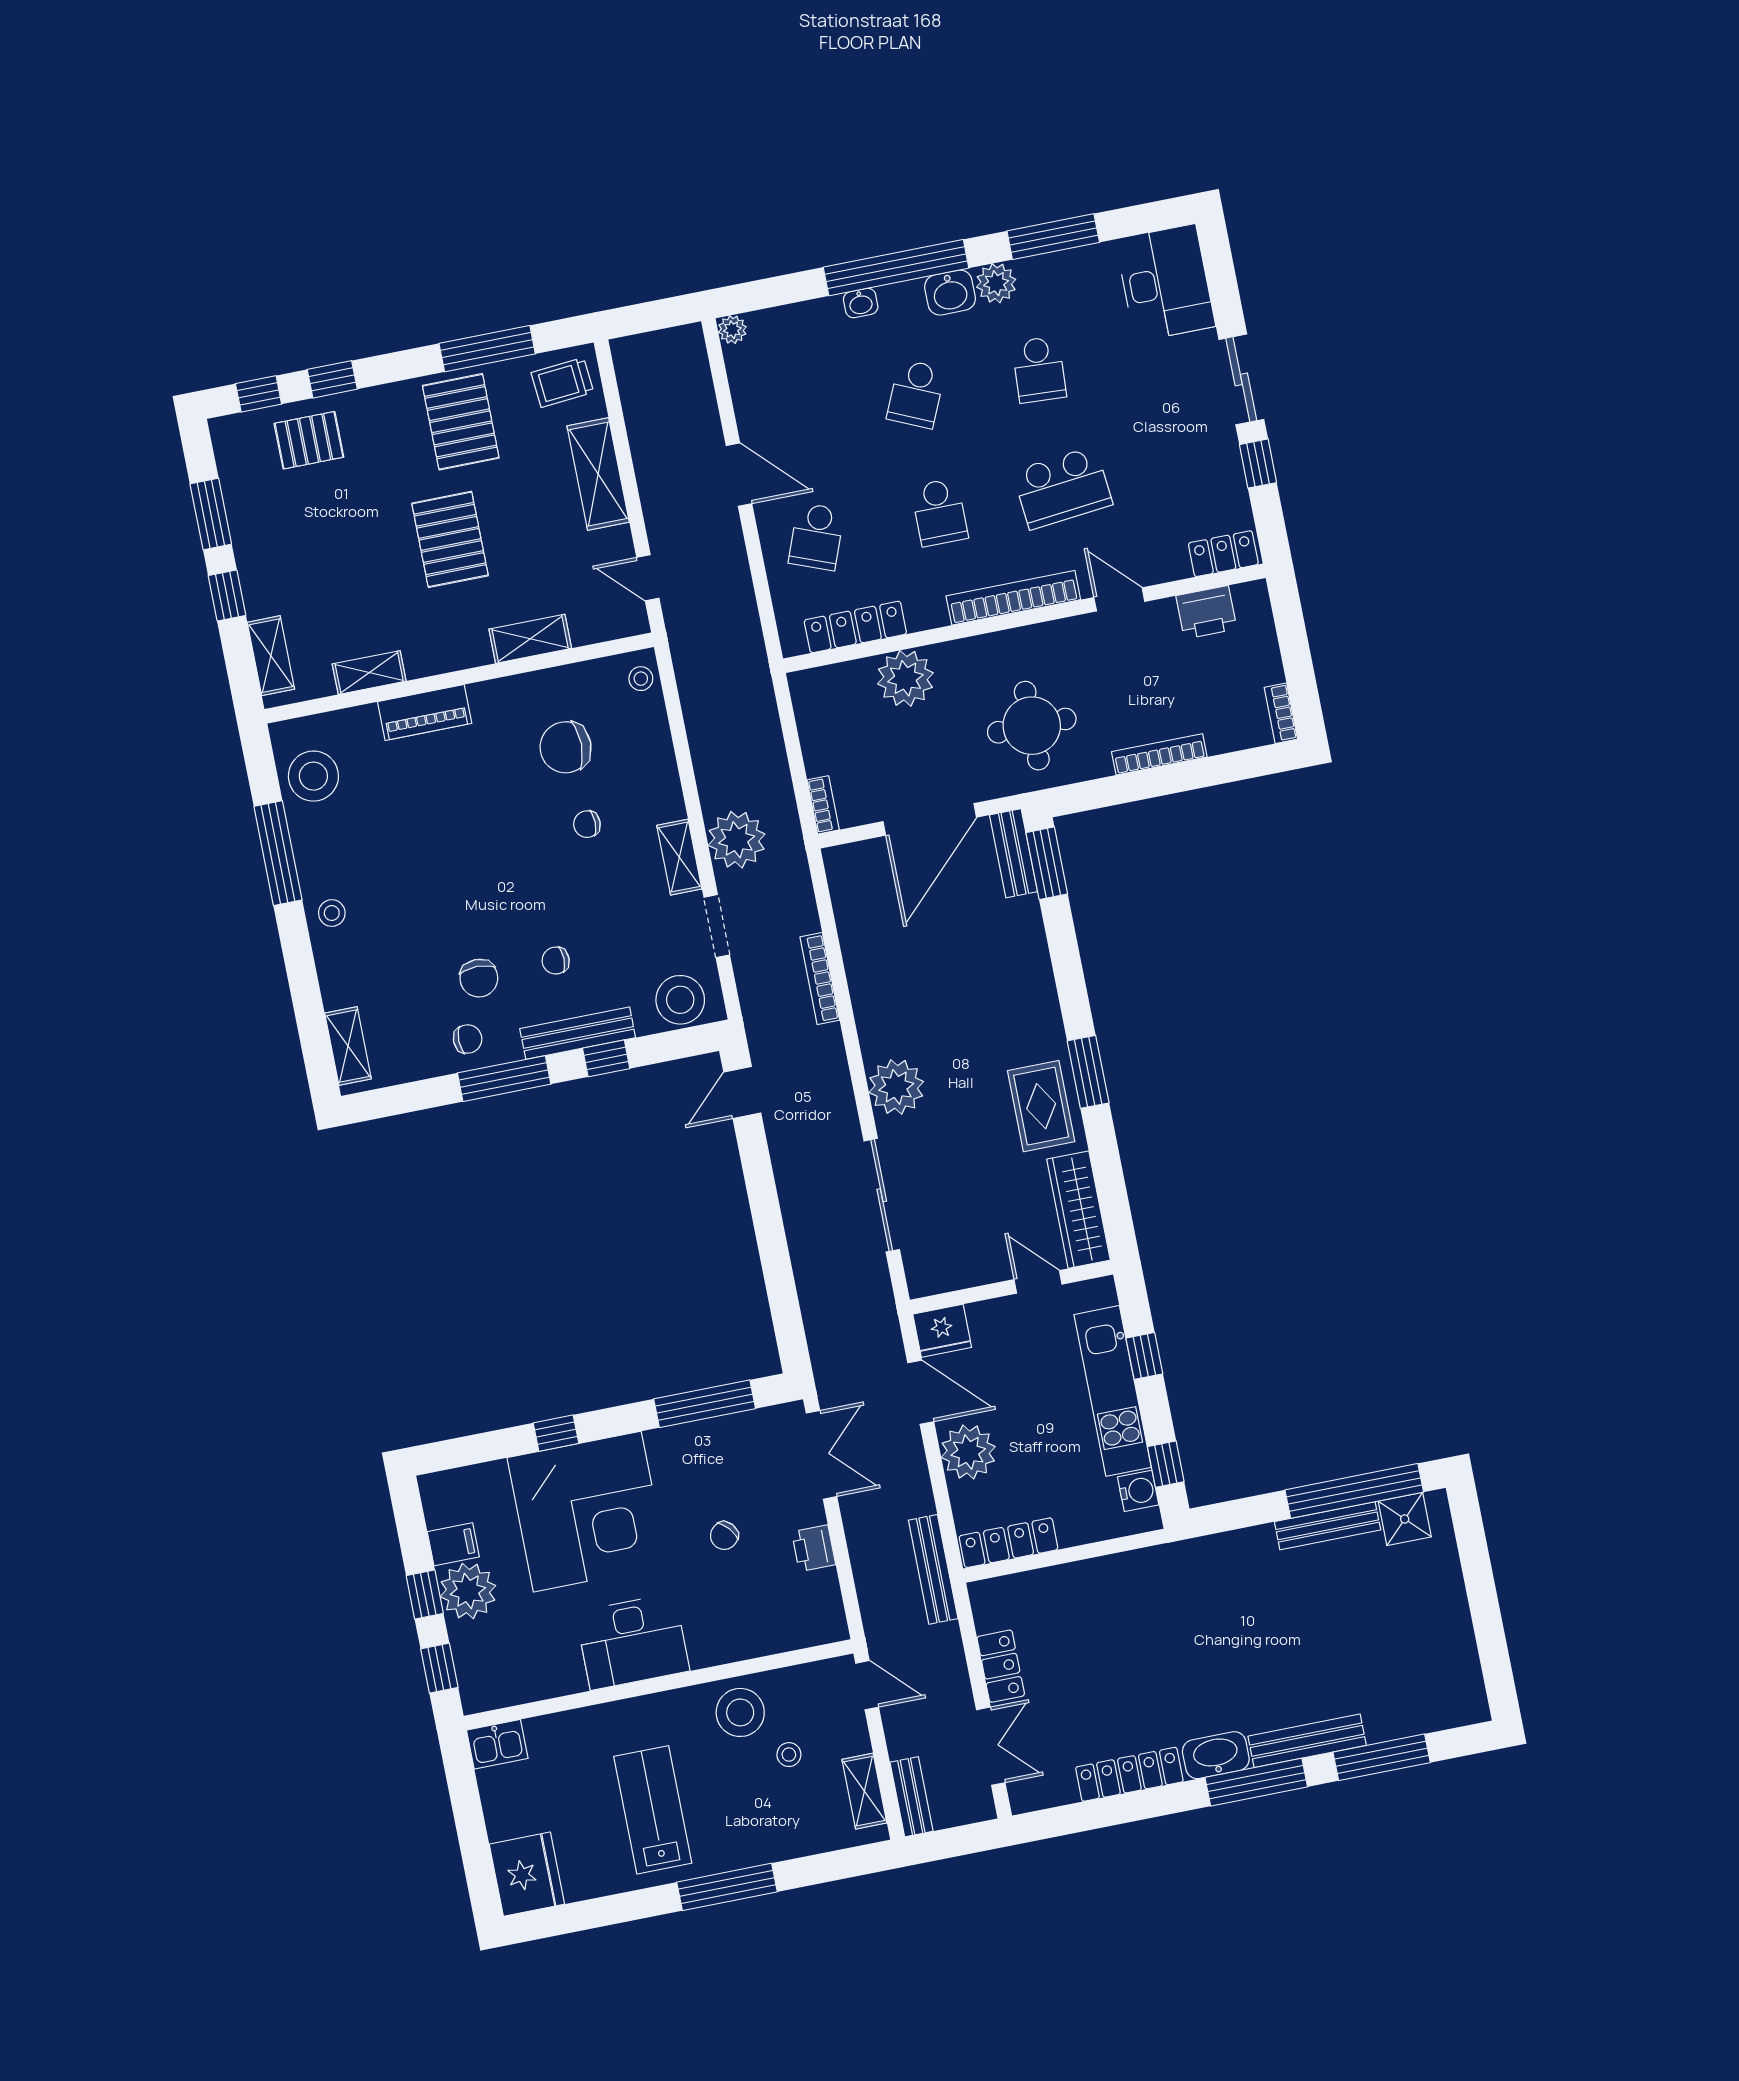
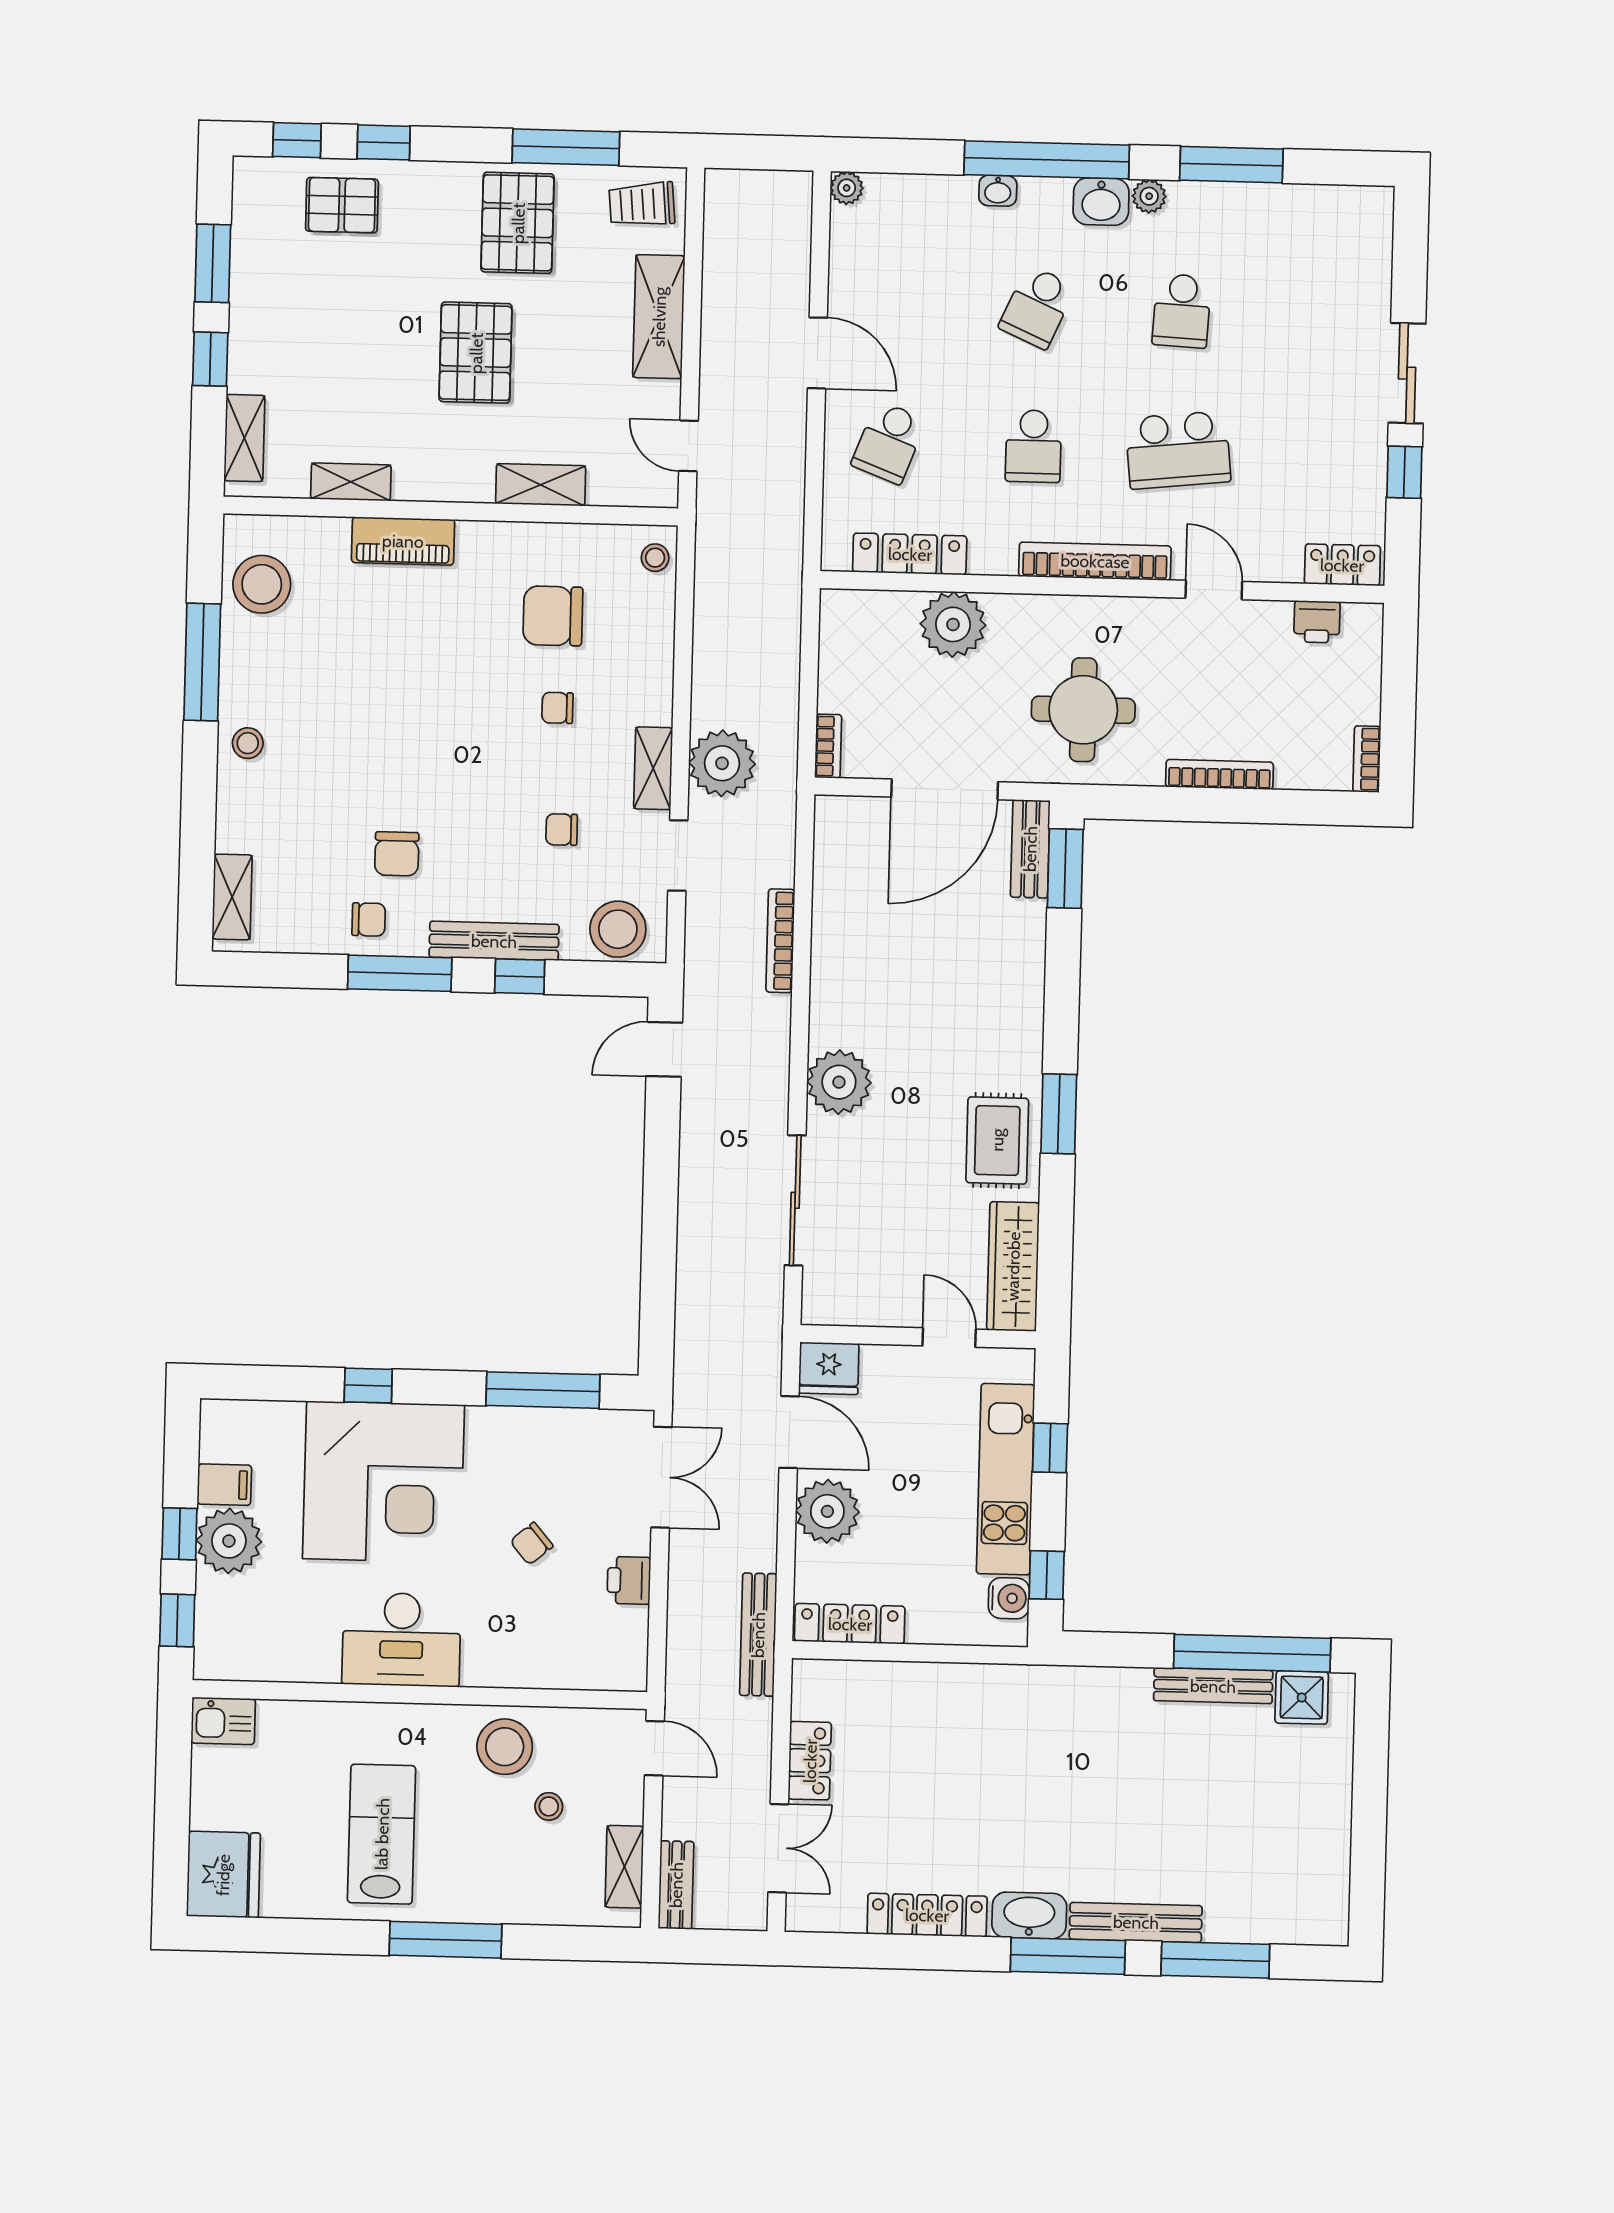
plant: (996, 283) -> (1149, 196), width x0.73, depth x0.73
desk: (1165, 283) -> (1346, 245), removed
printer: (1206, 612) -> (1317, 622), width x0.73, depth x0.81
chair: (556, 961) -> (562, 829), moved

